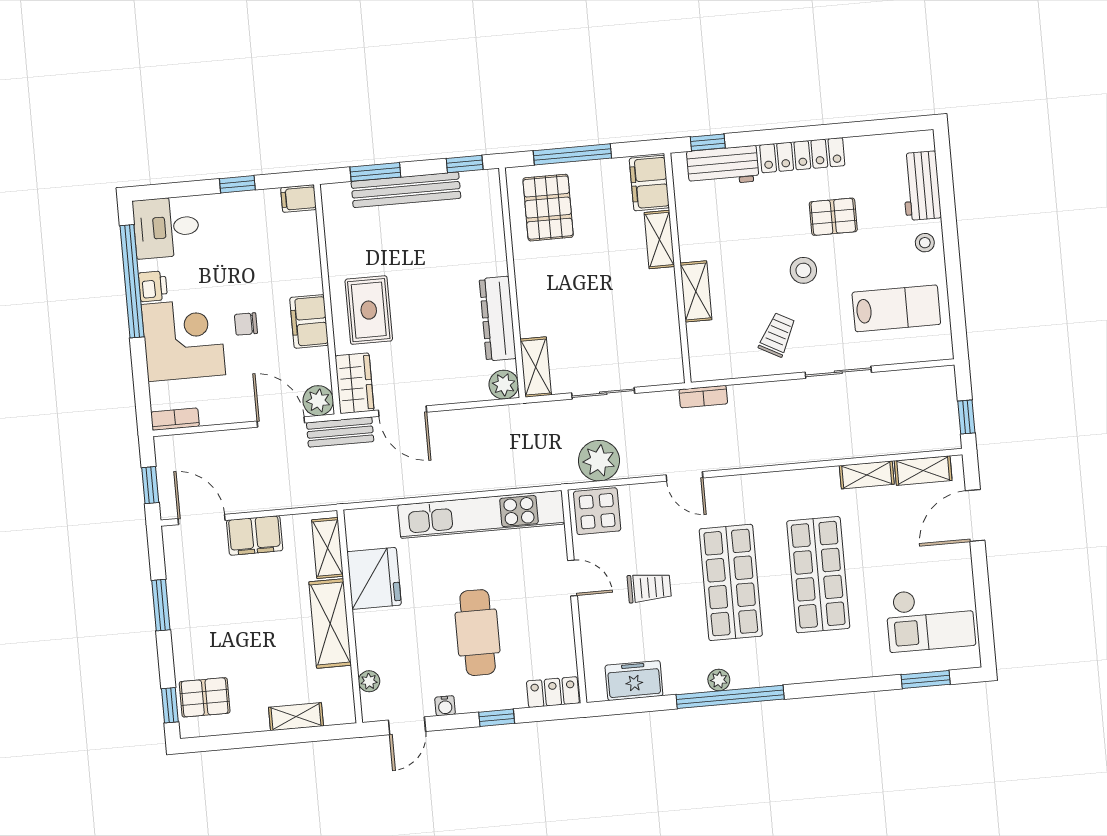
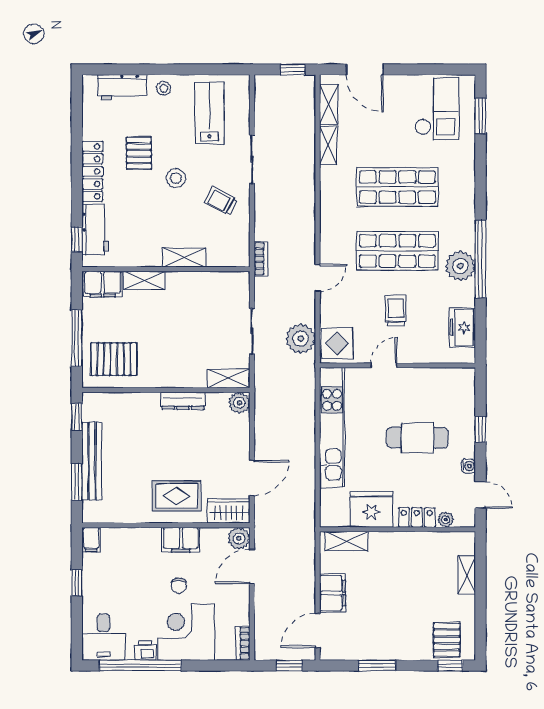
dresser: (498, 319) -> (183, 401), width x0.73, depth x0.80
bench: (340, 432) -> (263, 524), removed
shelving: (330, 624) -> (401, 544), removed
plant: (719, 680) -> (460, 266), width x1.88, depth x1.88
locker: (553, 692) -> (417, 517), moved, turned 90

